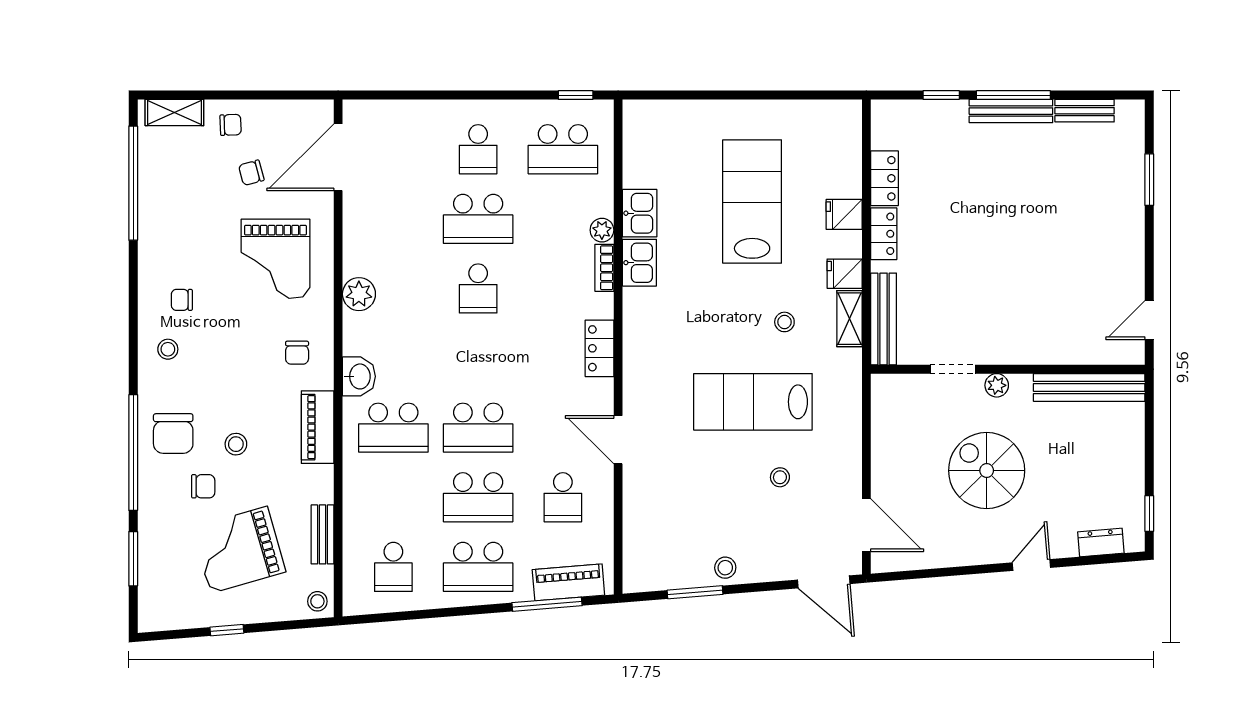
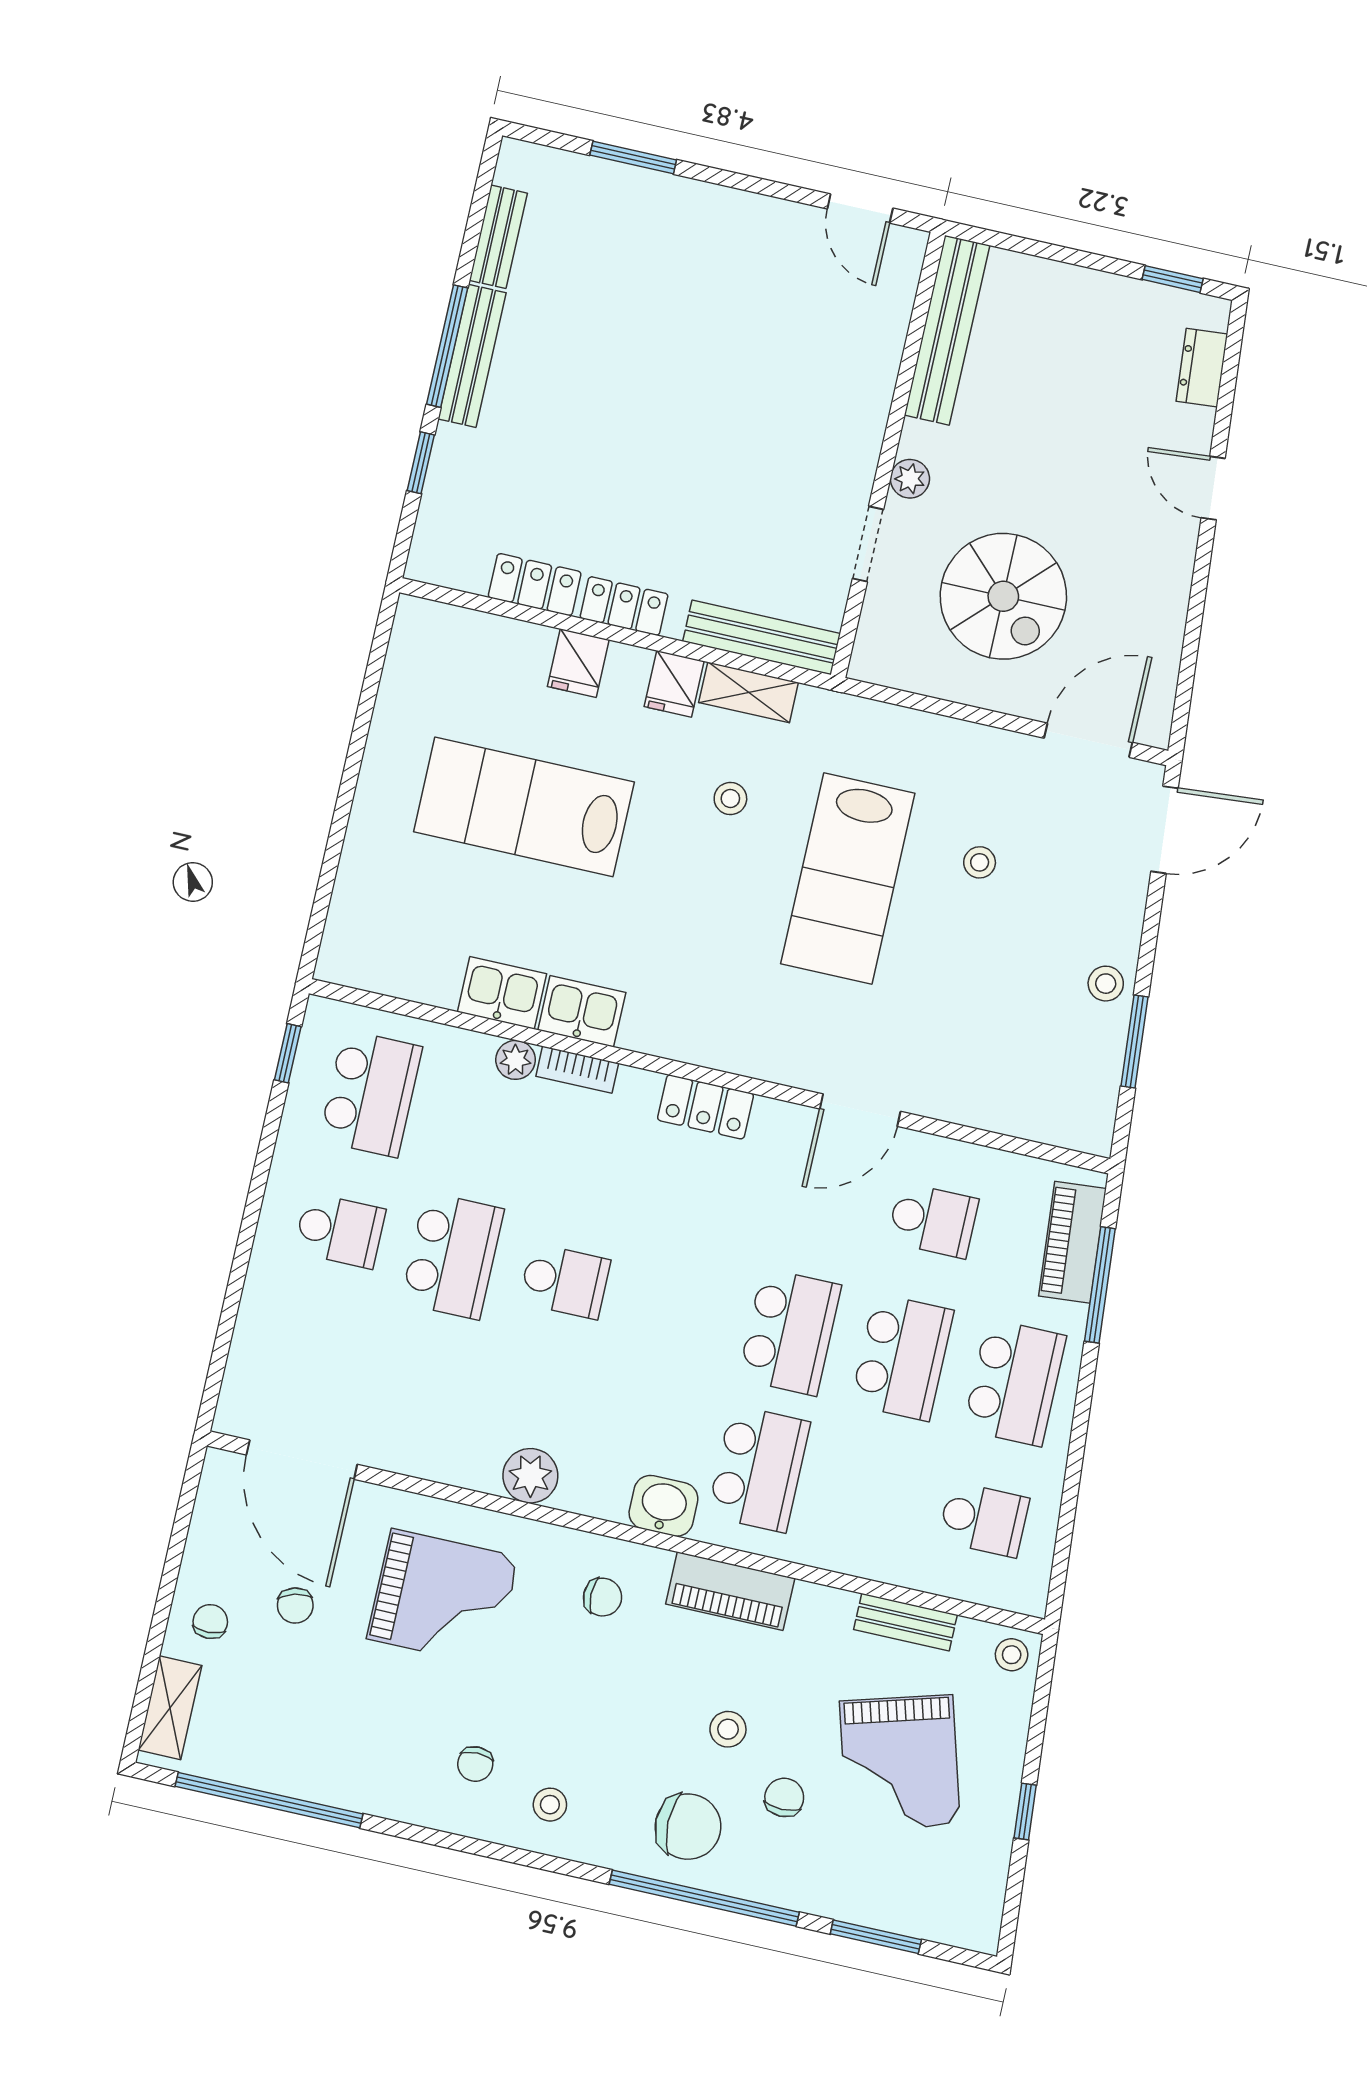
spiral stairs: (987, 471) -> (1003, 596), moved, turned -90

